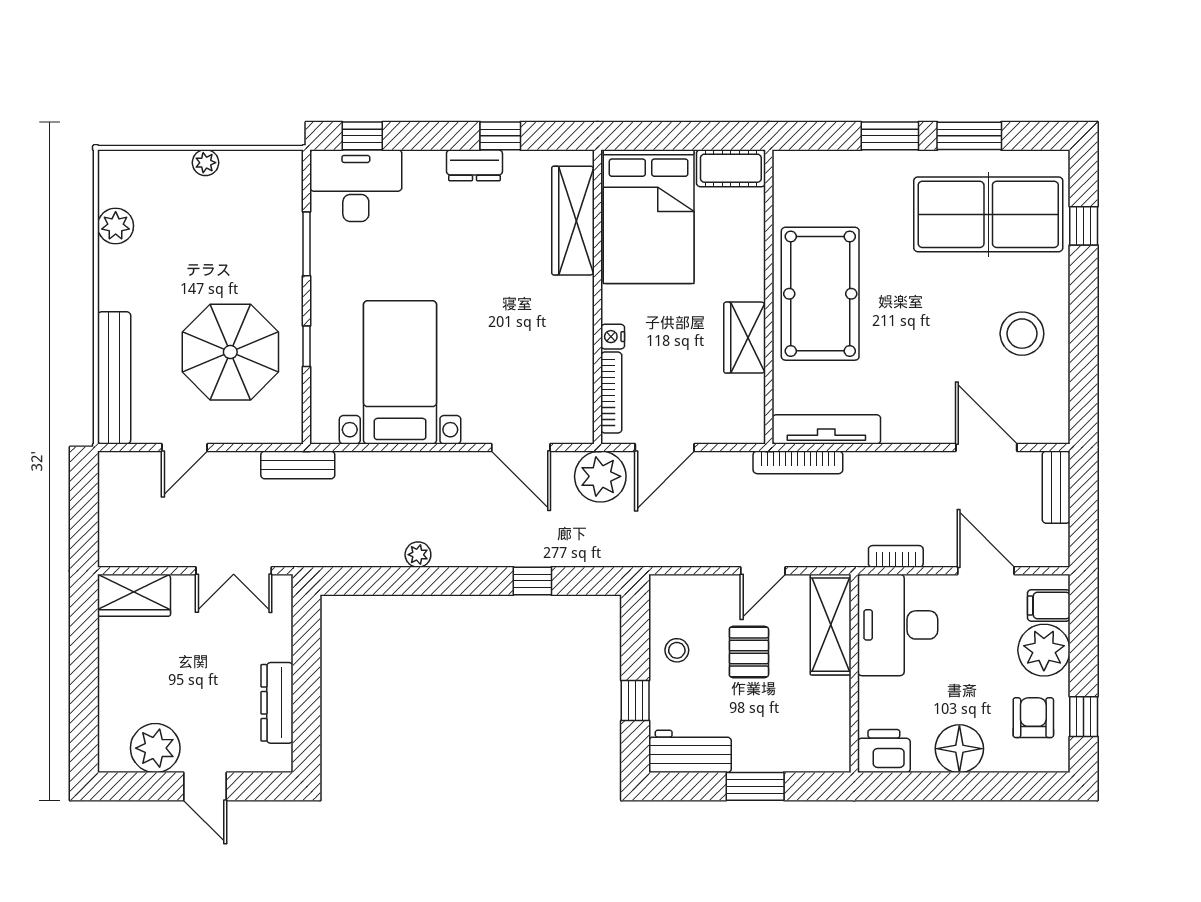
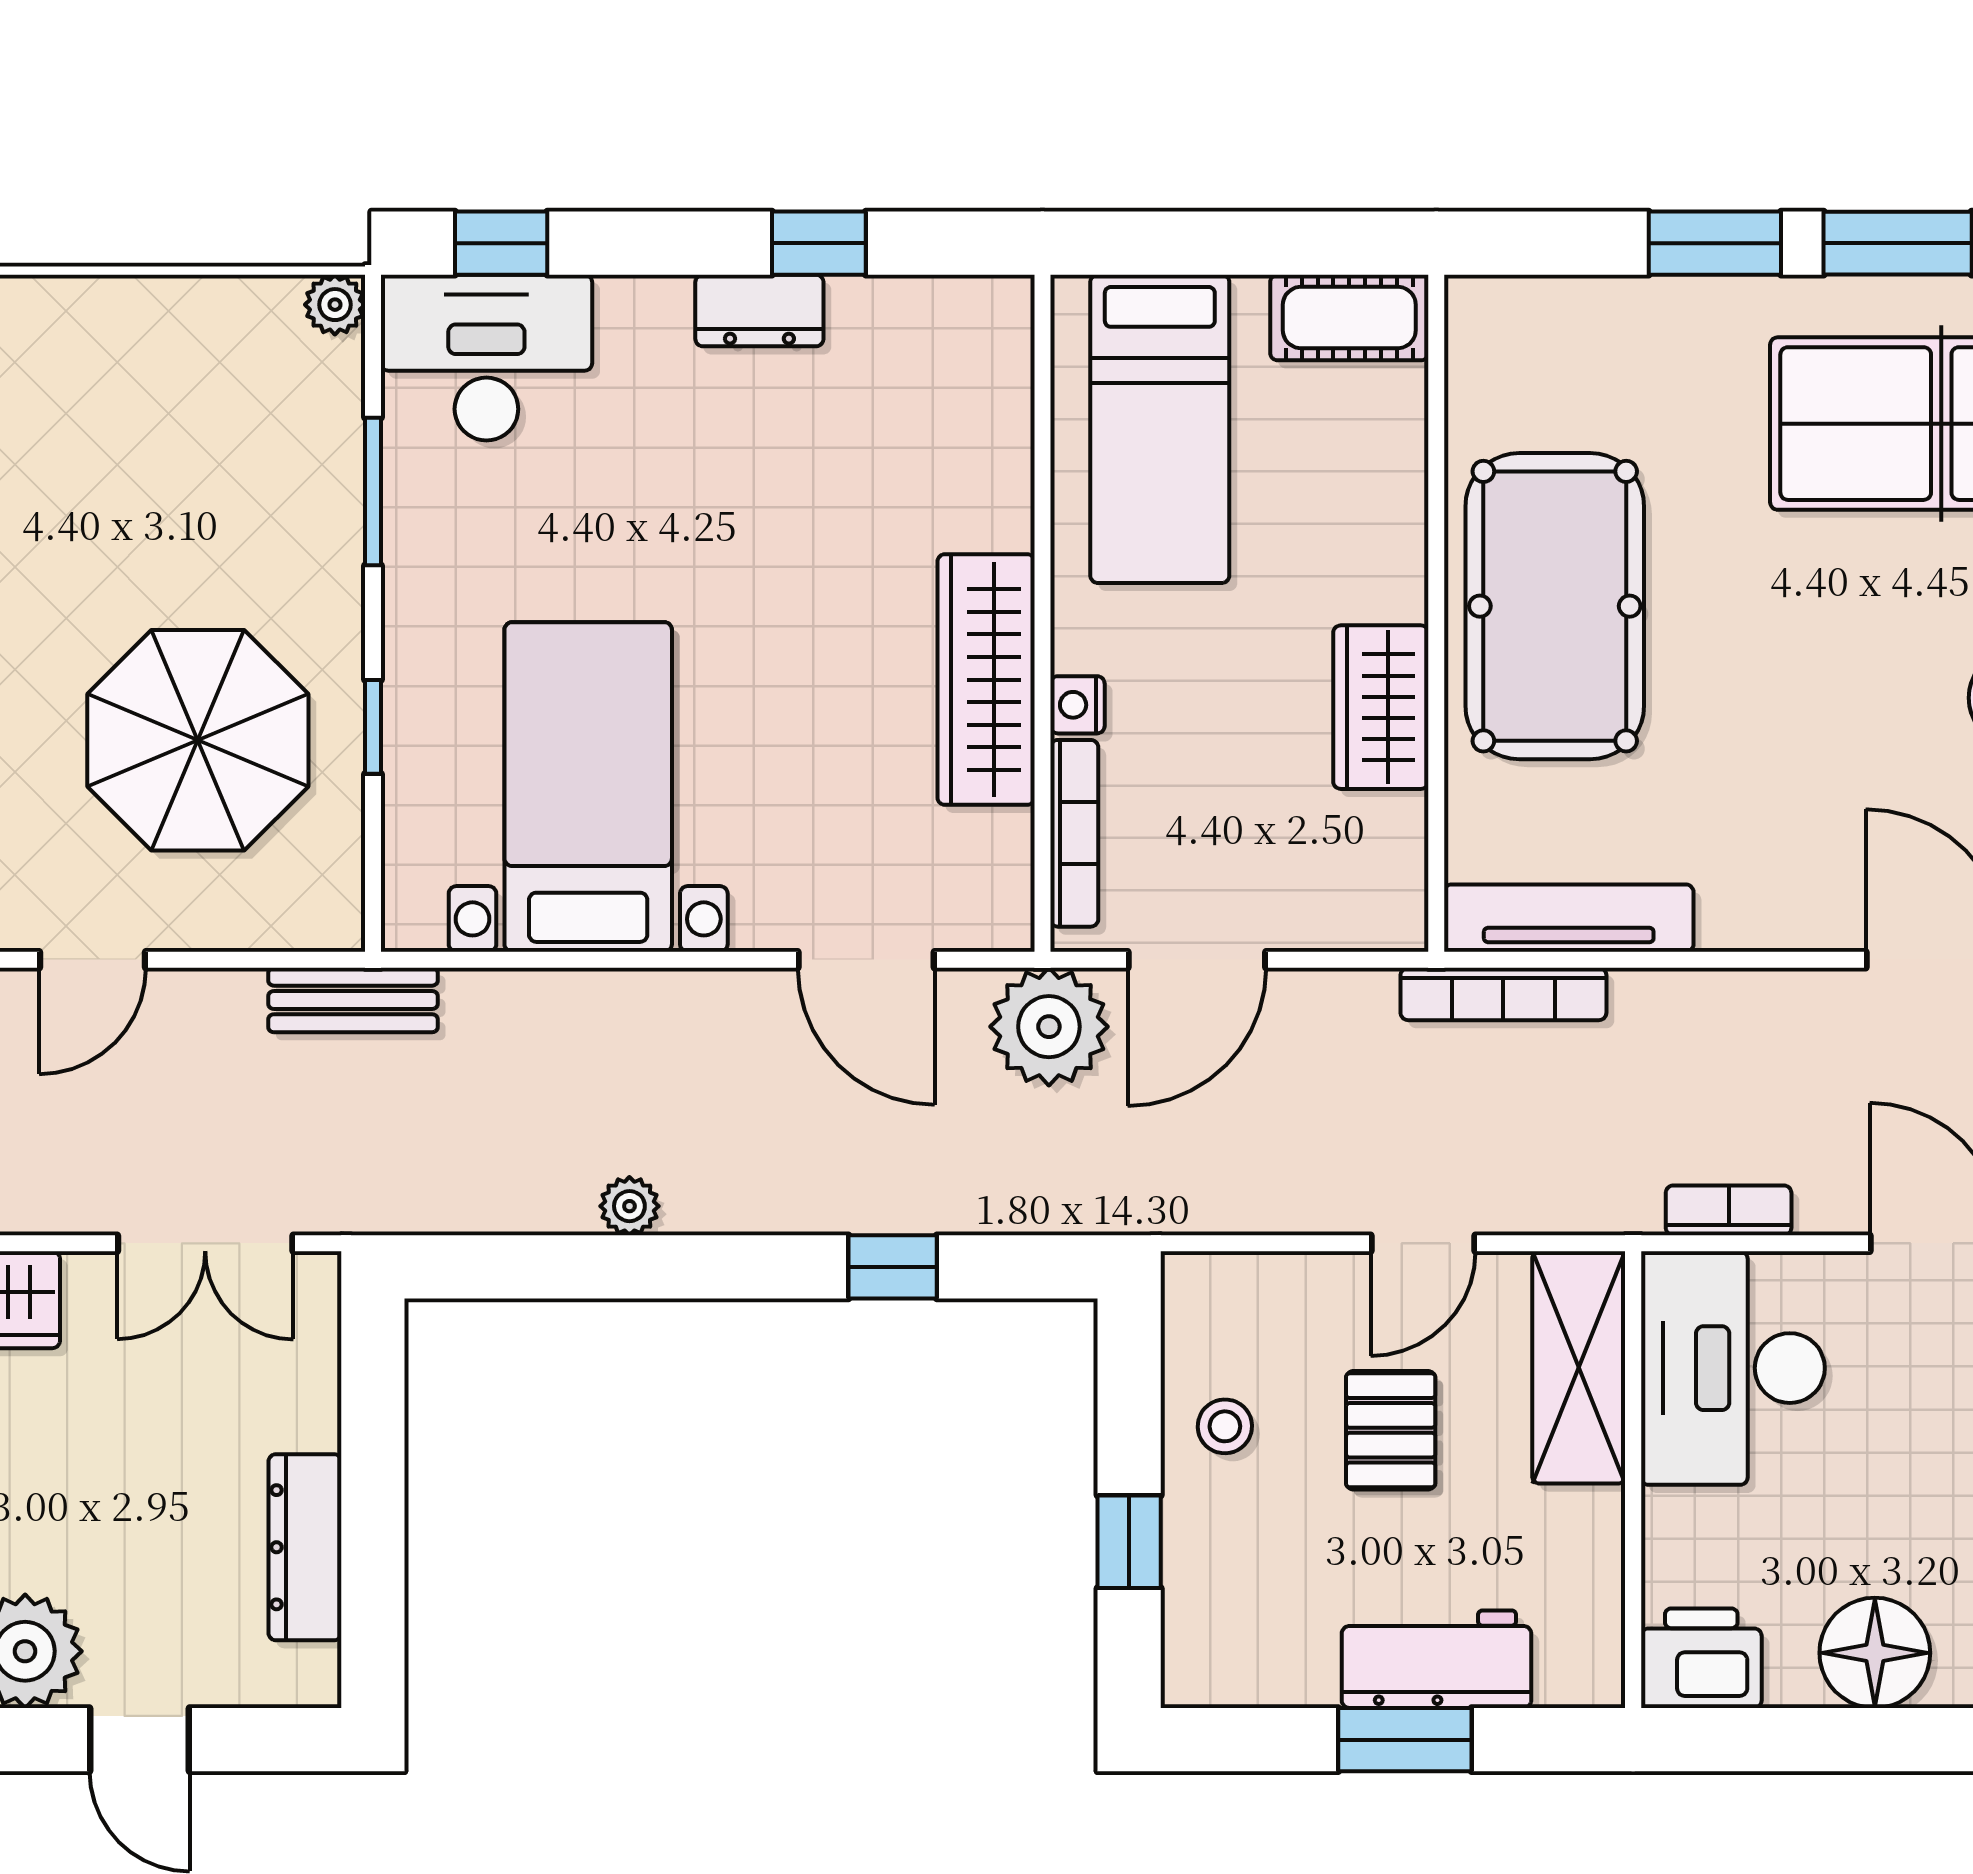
plant: (205, 163) -> (335, 305), moved
bed: (649, 217) -> (1160, 429), width x0.67
wardrobe: (573, 221) -> (986, 680), moved
workbench: (690, 751) -> (1436, 1659), moved

